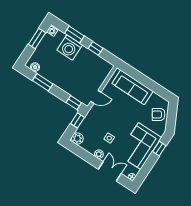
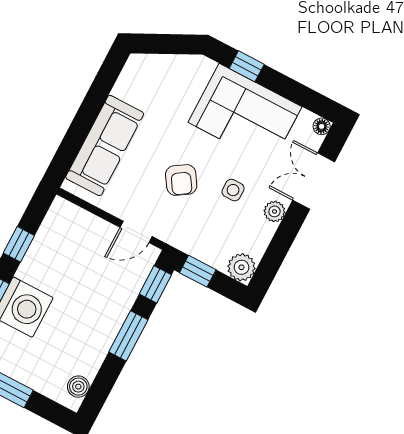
window: (43, 82) -> (128, 336), moved
door: (96, 97) -> (136, 232), swing flipped
armchair: (159, 115) -> (181, 180), moved

